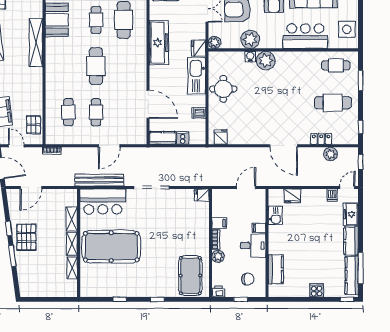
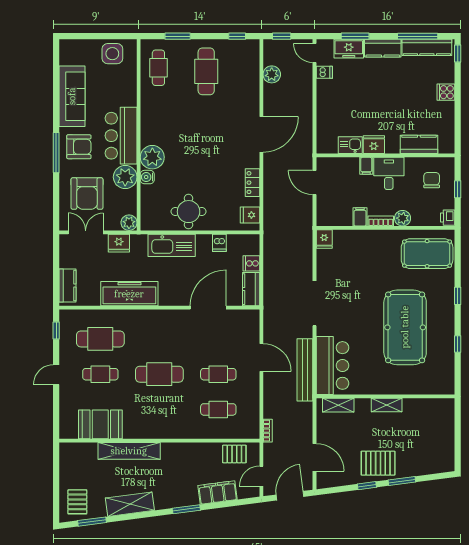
bar counter: (305, 36) -> (121, 136), moved
fridge: (198, 48) -> (119, 243), moved
locker: (321, 139) -> (252, 183), moved
fridge: (292, 196) -> (374, 145), moved, turned -90
shelving: (72, 219) -> (338, 405), moved
window: (361, 219) -> (355, 36), added
pool table: (111, 247) -> (405, 327), moved
shelving: (72, 268) -> (417, 405), removed

